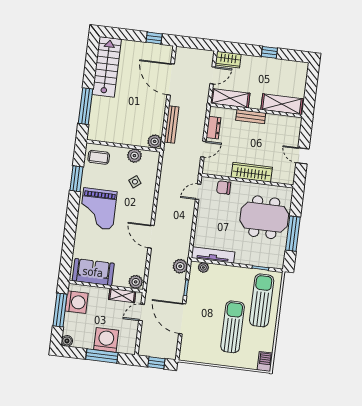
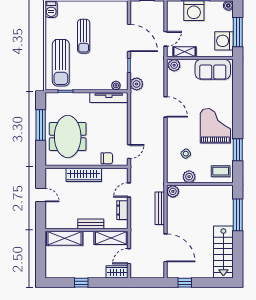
meeting table: (264, 217) -> (68, 137), turned 90
sun lounger: (233, 327) -> (84, 36), width x0.73, depth x0.75

